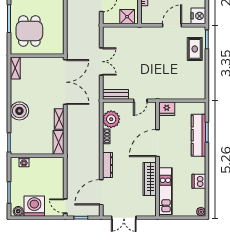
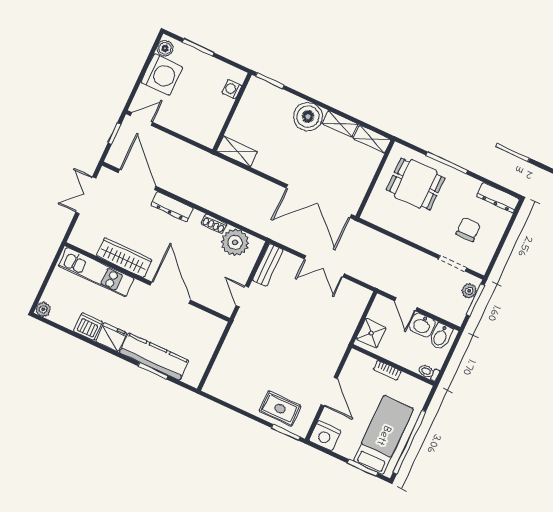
fridge: (167, 109) -> (111, 337), moved, turned 90
shelving: (59, 119) -> (340, 124), moved

